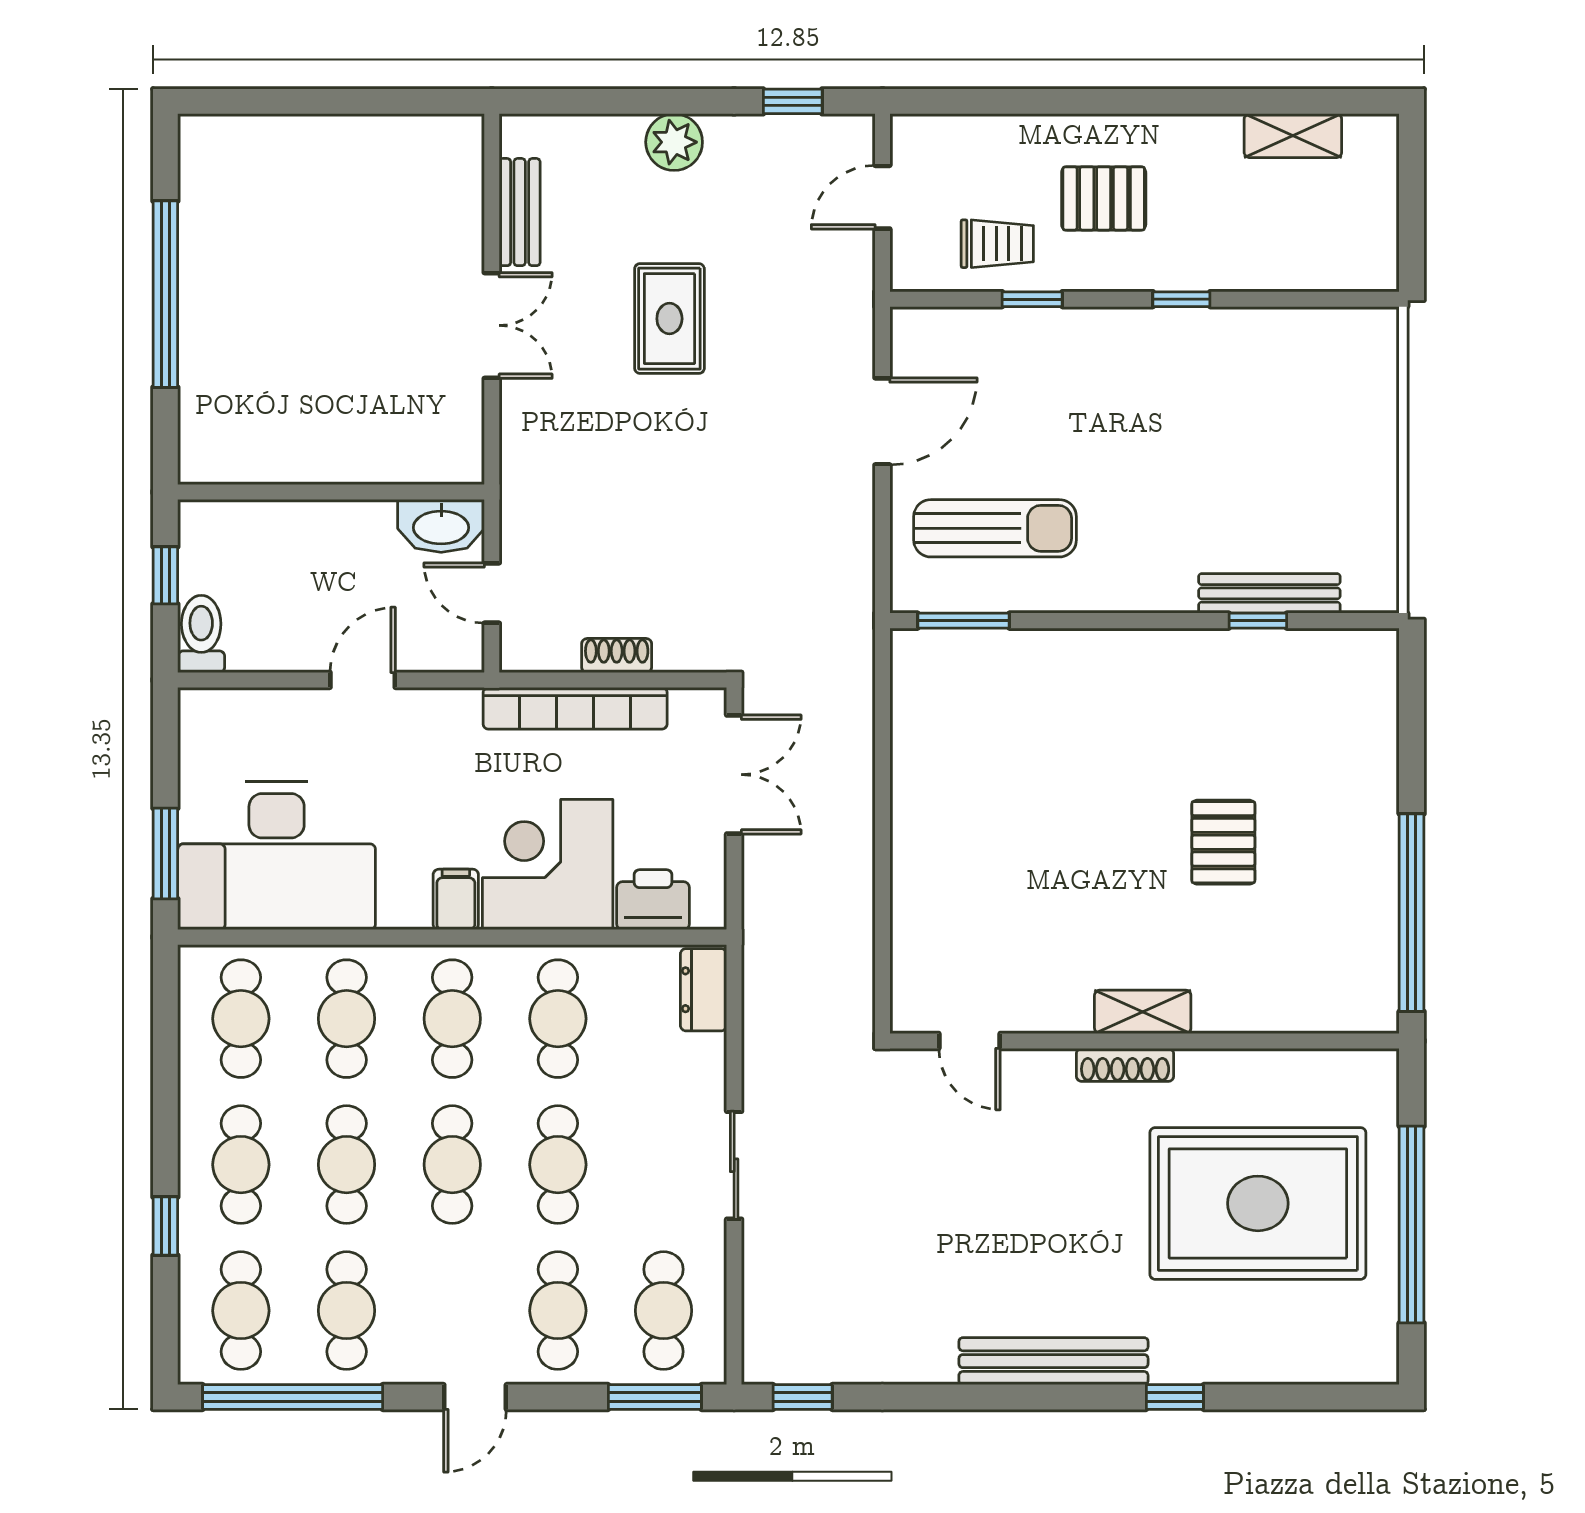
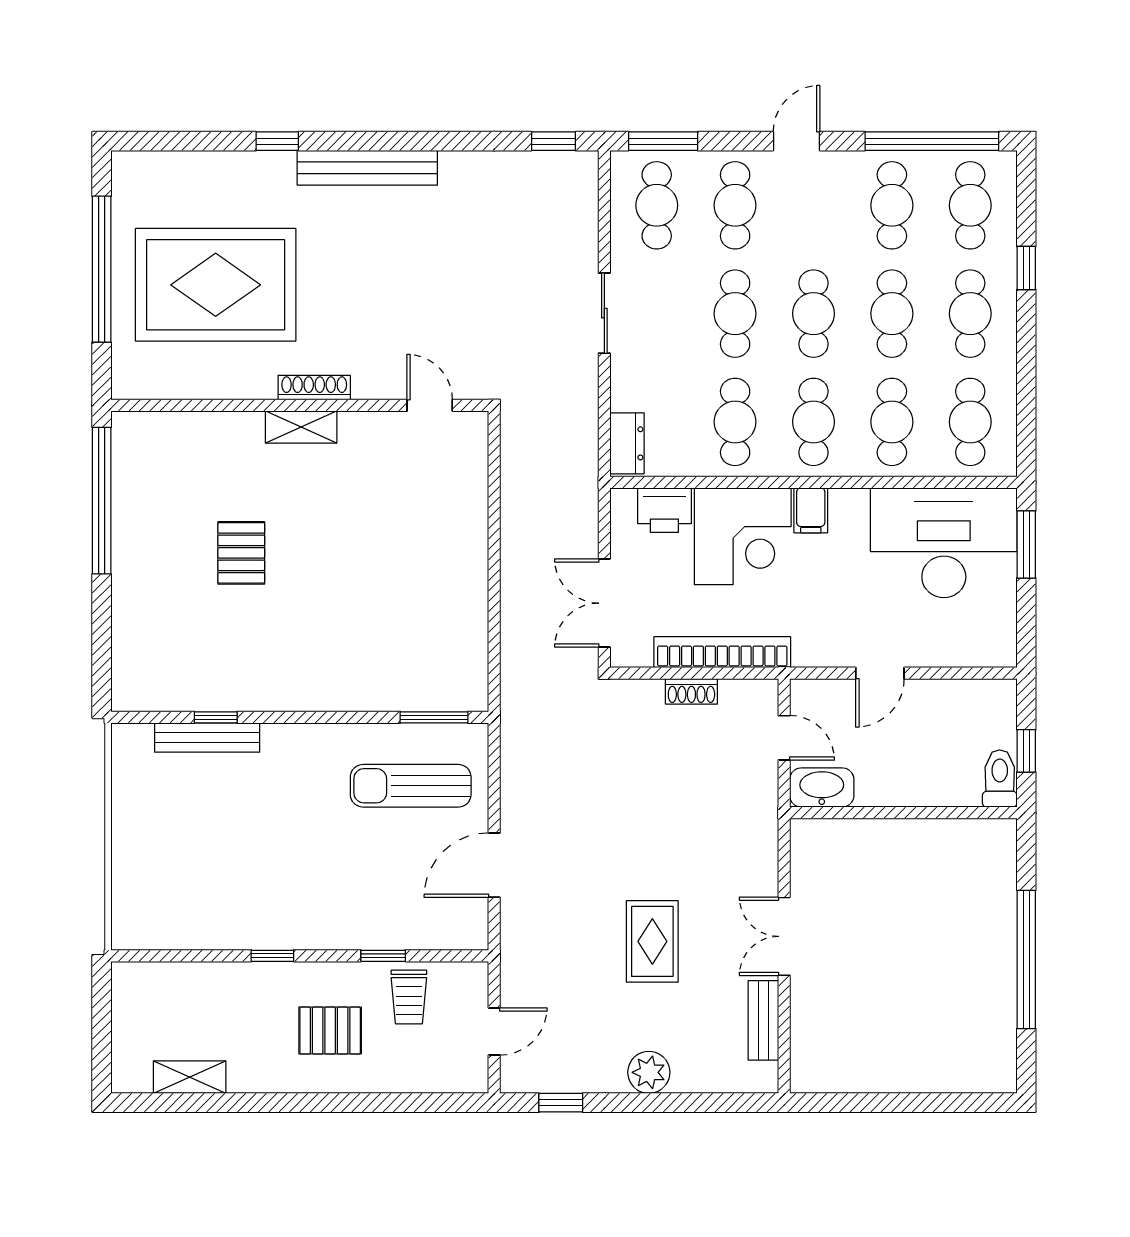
trolley: (997, 244) -> (409, 997), turned -90
toilet: (201, 634) -> (1000, 779), moved, turned 180

